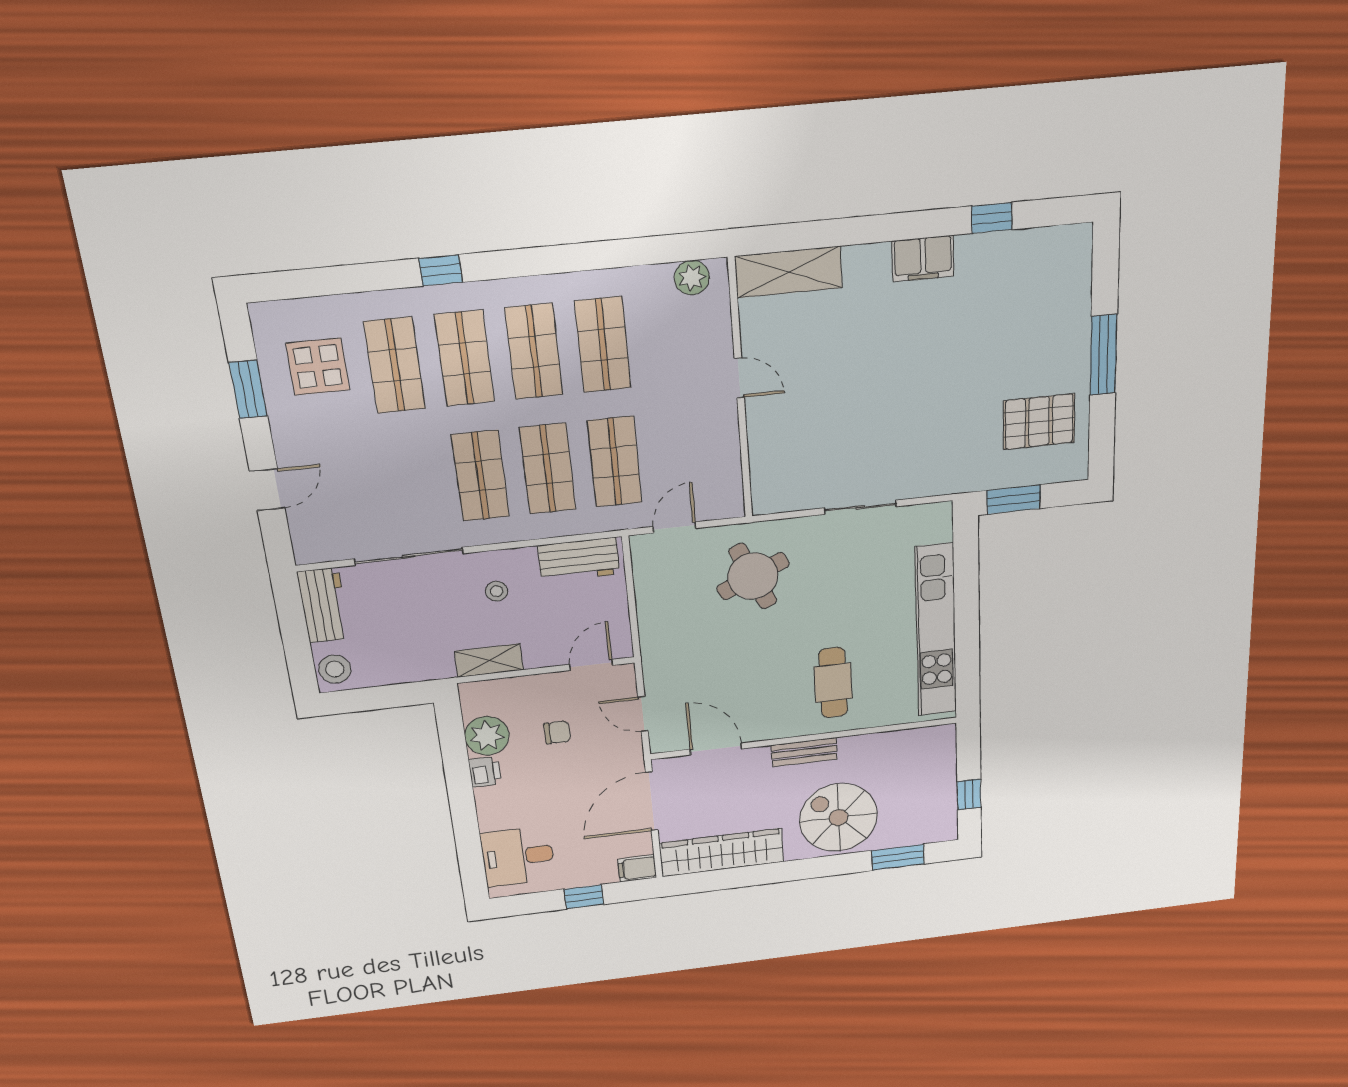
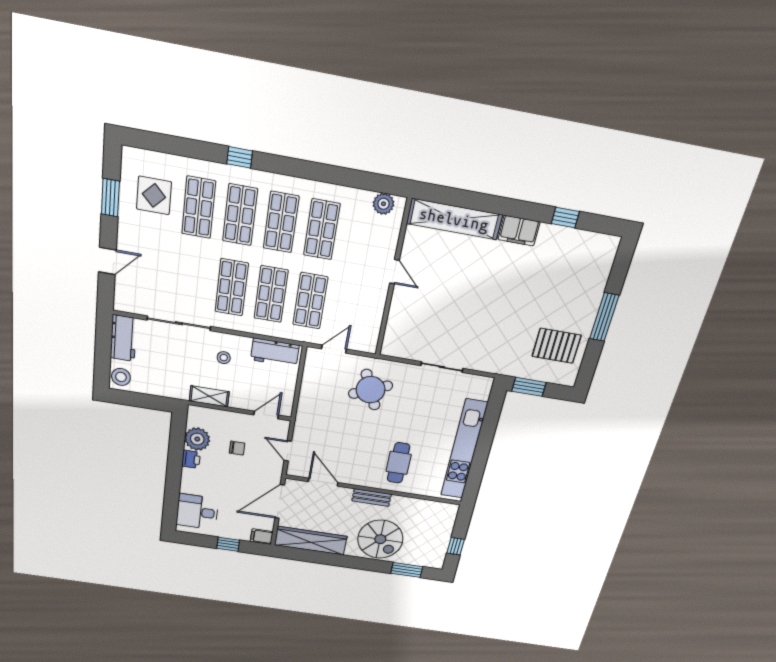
shelving: (789, 272) -> (454, 219), width x1.47
spiral stairs: (838, 818) -> (380, 539), turned 180

